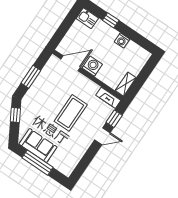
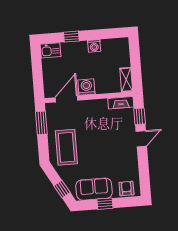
window: (31, 77) -> (41, 123), moved
coffee table: (71, 113) -> (66, 147), moved
window: (15, 115) -> (62, 189), moved
window: (38, 163) -> (105, 204), width x0.46
armchair: (62, 164) -> (126, 189), added

